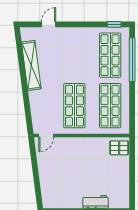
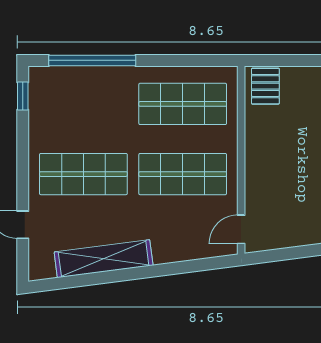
shop shelf: (110, 55) -> (83, 174), moved
door: (46, 135) -> (241, 229), swing flipped

